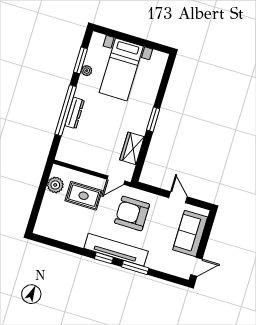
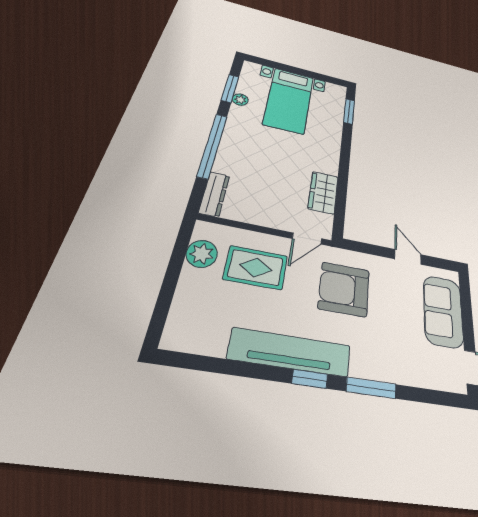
dresser: (75, 113) -> (214, 194), moved
window: (153, 119) -> (349, 111), moved
tv unit: (116, 250) -> (290, 352), moved

